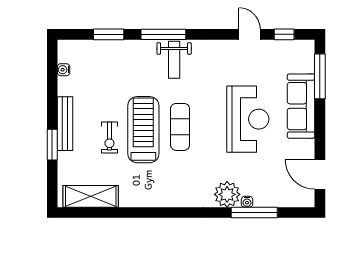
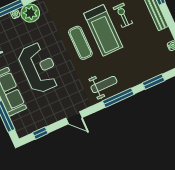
door: (250, 34) -> (74, 118), moved
weight bench: (174, 60) -> (104, 85), turned 90
reception desk: (248, 119) -> (39, 68), turned 180

